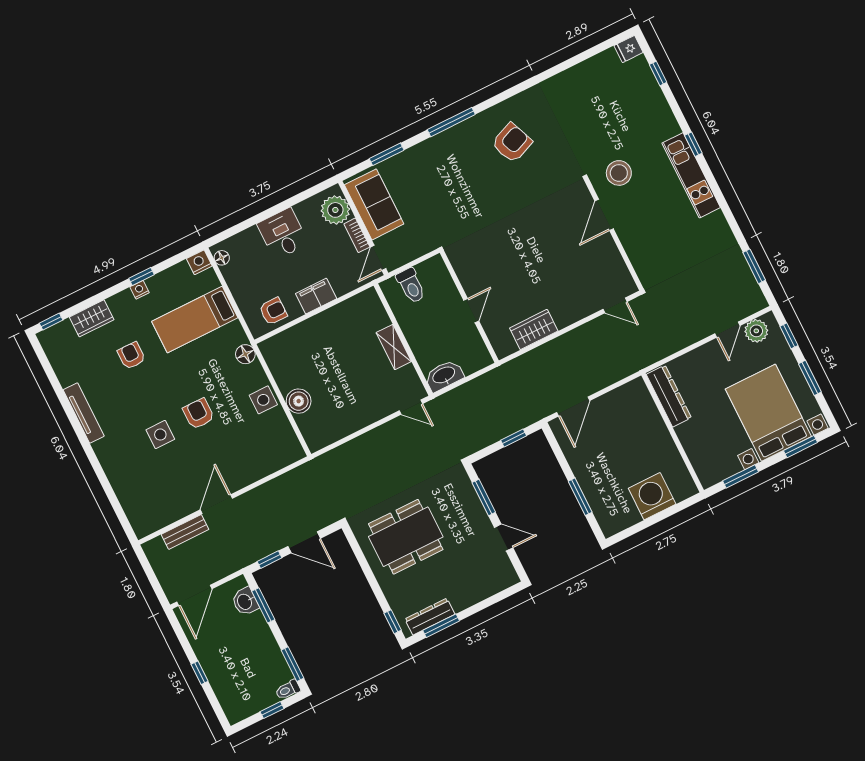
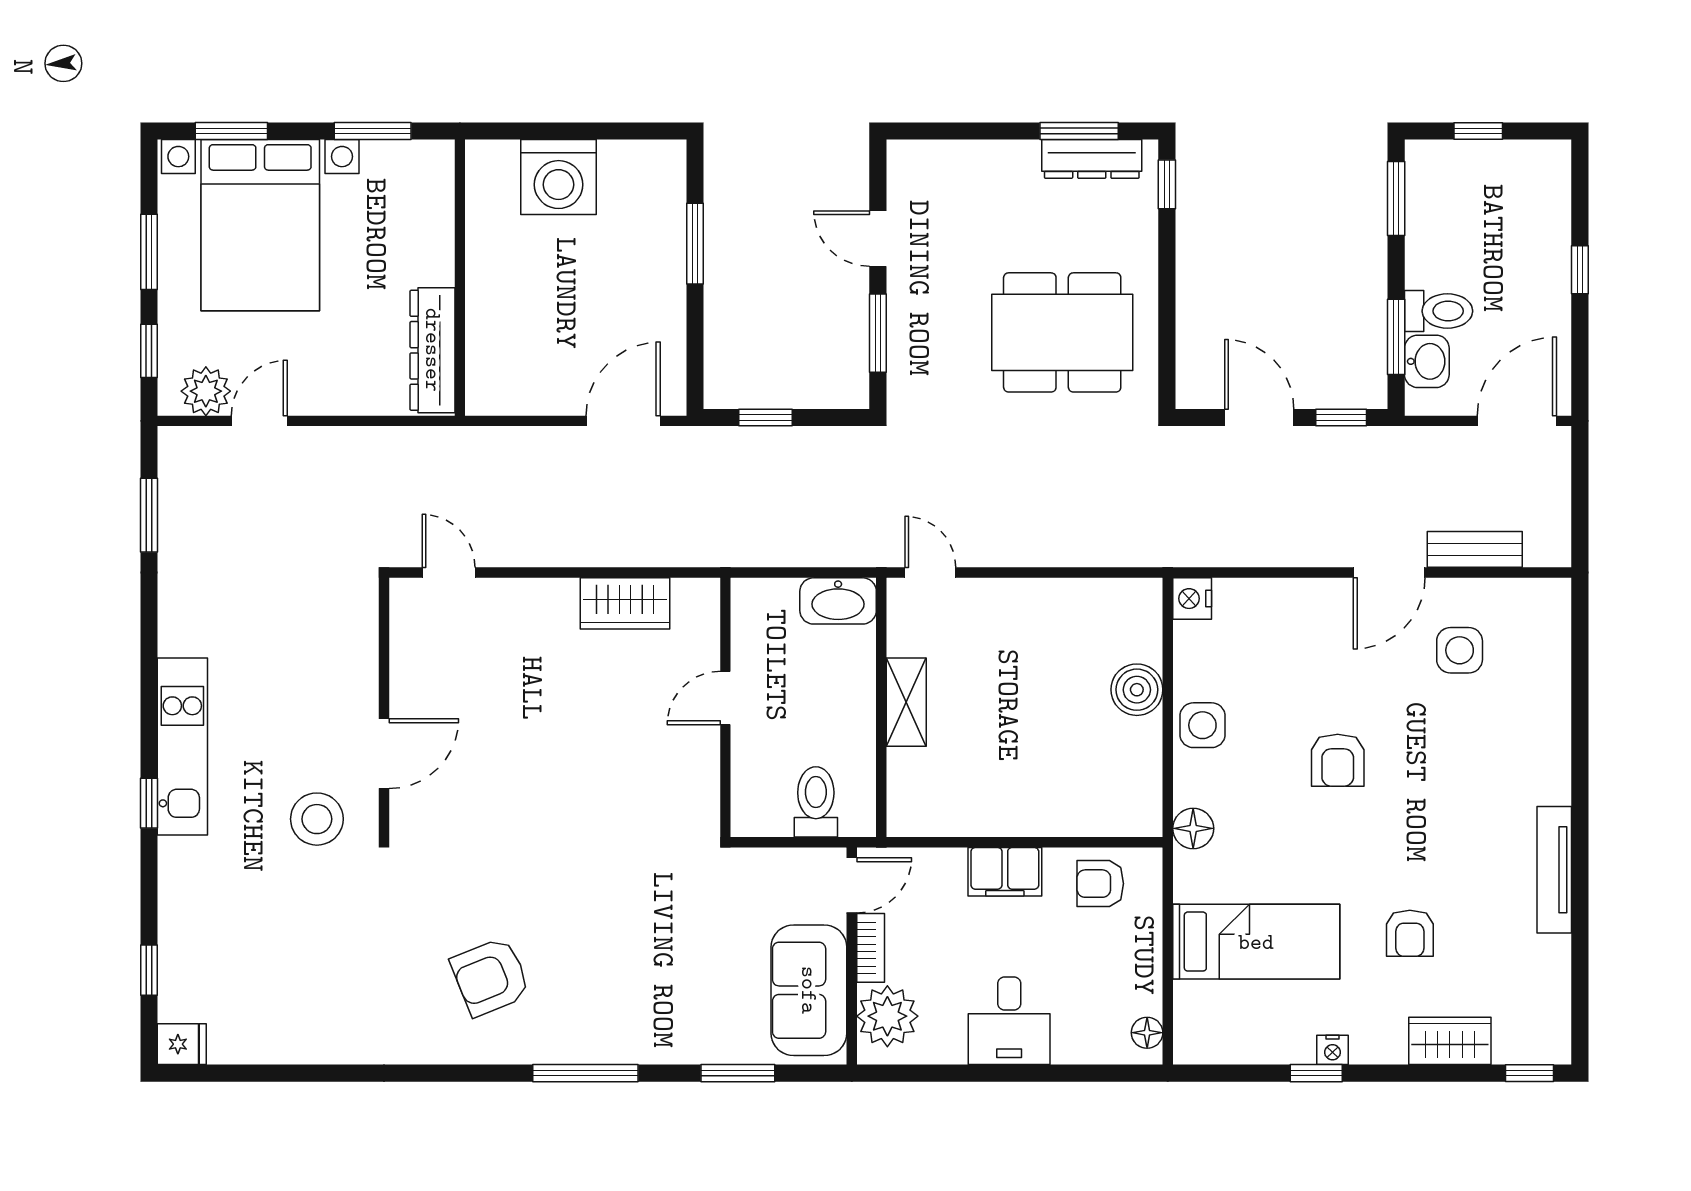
nightstand: (199, 262) -> (1192, 599), moved, turned 90
side table: (160, 435) -> (1460, 650), moved
toilet: (288, 690) -> (1439, 311), moved, width x1.37, depth x1.39

